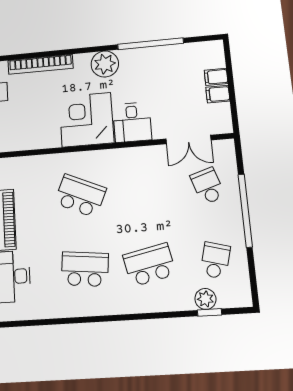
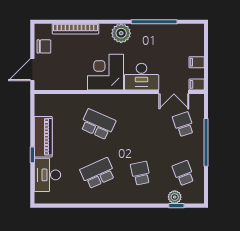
filing cabinet: (216, 77) -> (197, 84), moved
desk: (132, 122) -> (142, 77), width x1.37
school desk: (215, 260) -> (183, 173), turned -36
school desk: (149, 265) -> (141, 173), width x0.54
school desk: (85, 269) -> (98, 173), turned -30

